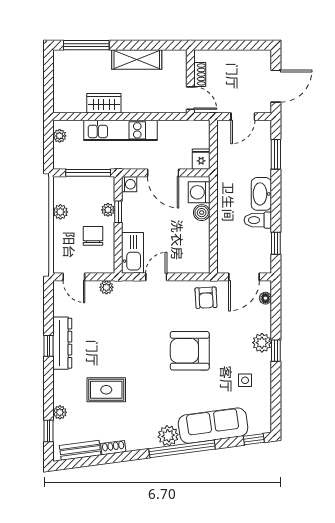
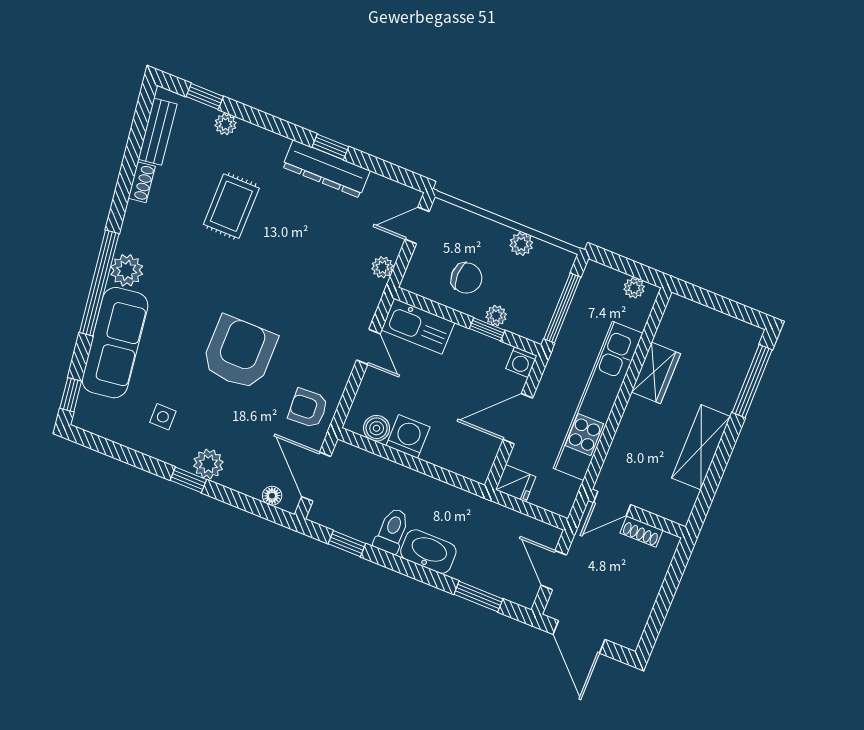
kitchen unit: (120, 130) -> (598, 401), width x1.36
washing machine: (199, 192) -> (408, 436), moved
boiler: (202, 213) -> (377, 428), moved

